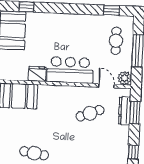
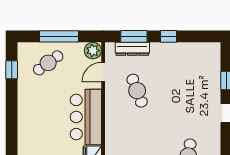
cafe table: (116, 41) -> (48, 63), turned -36
window: (133, 152) -> (169, 36), moved

